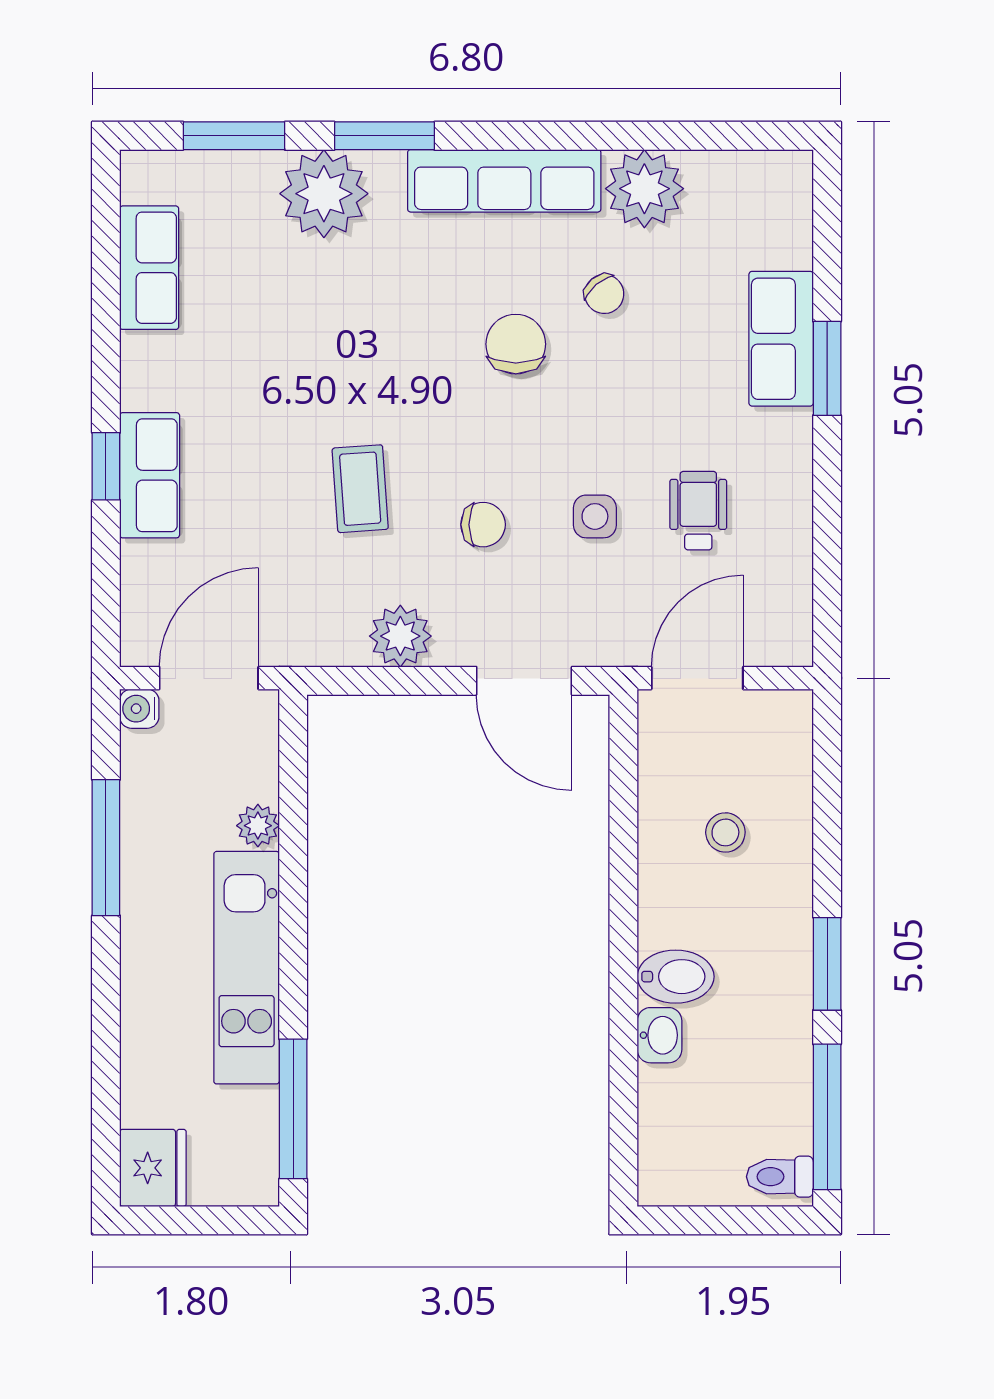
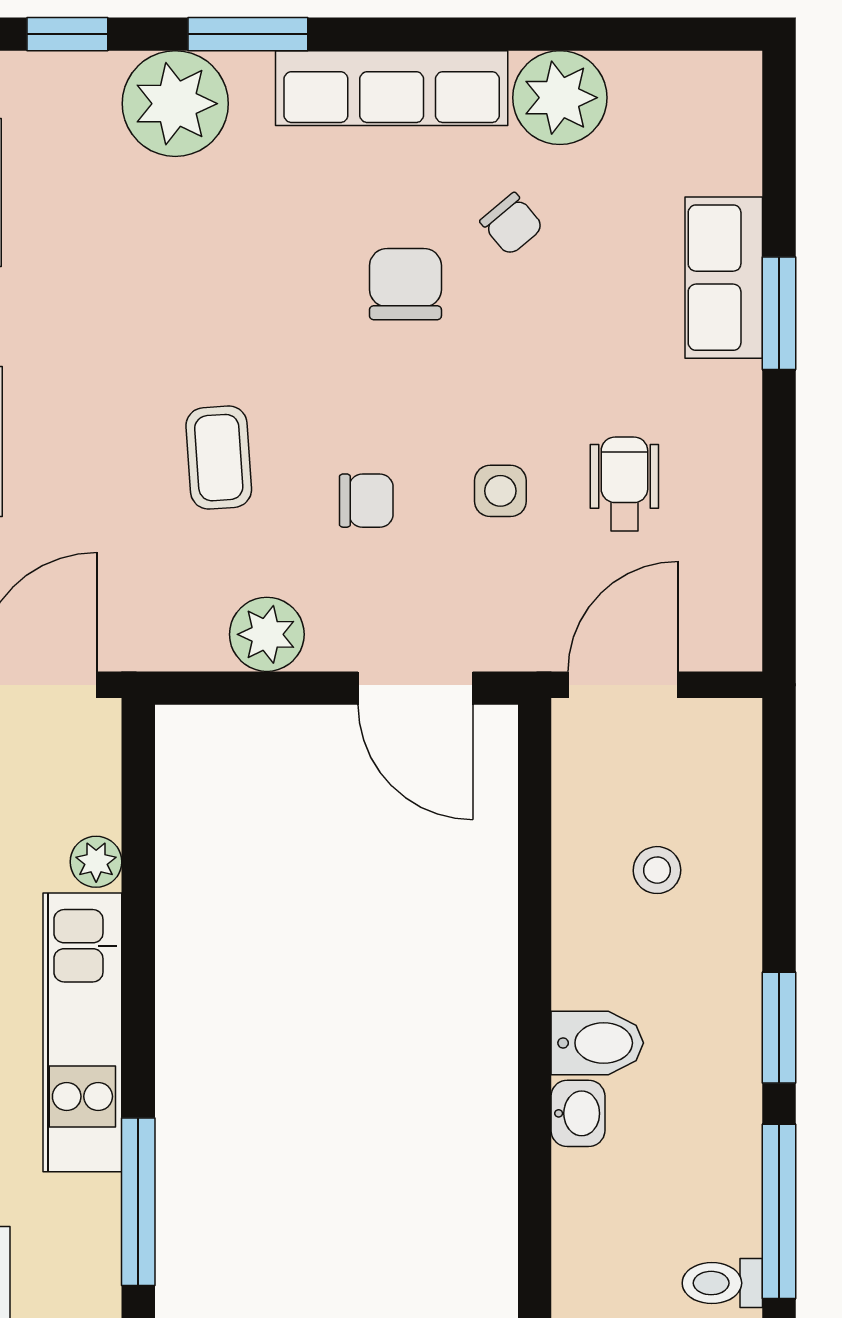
window: (234, 136) -> (67, 34), width x0.67

